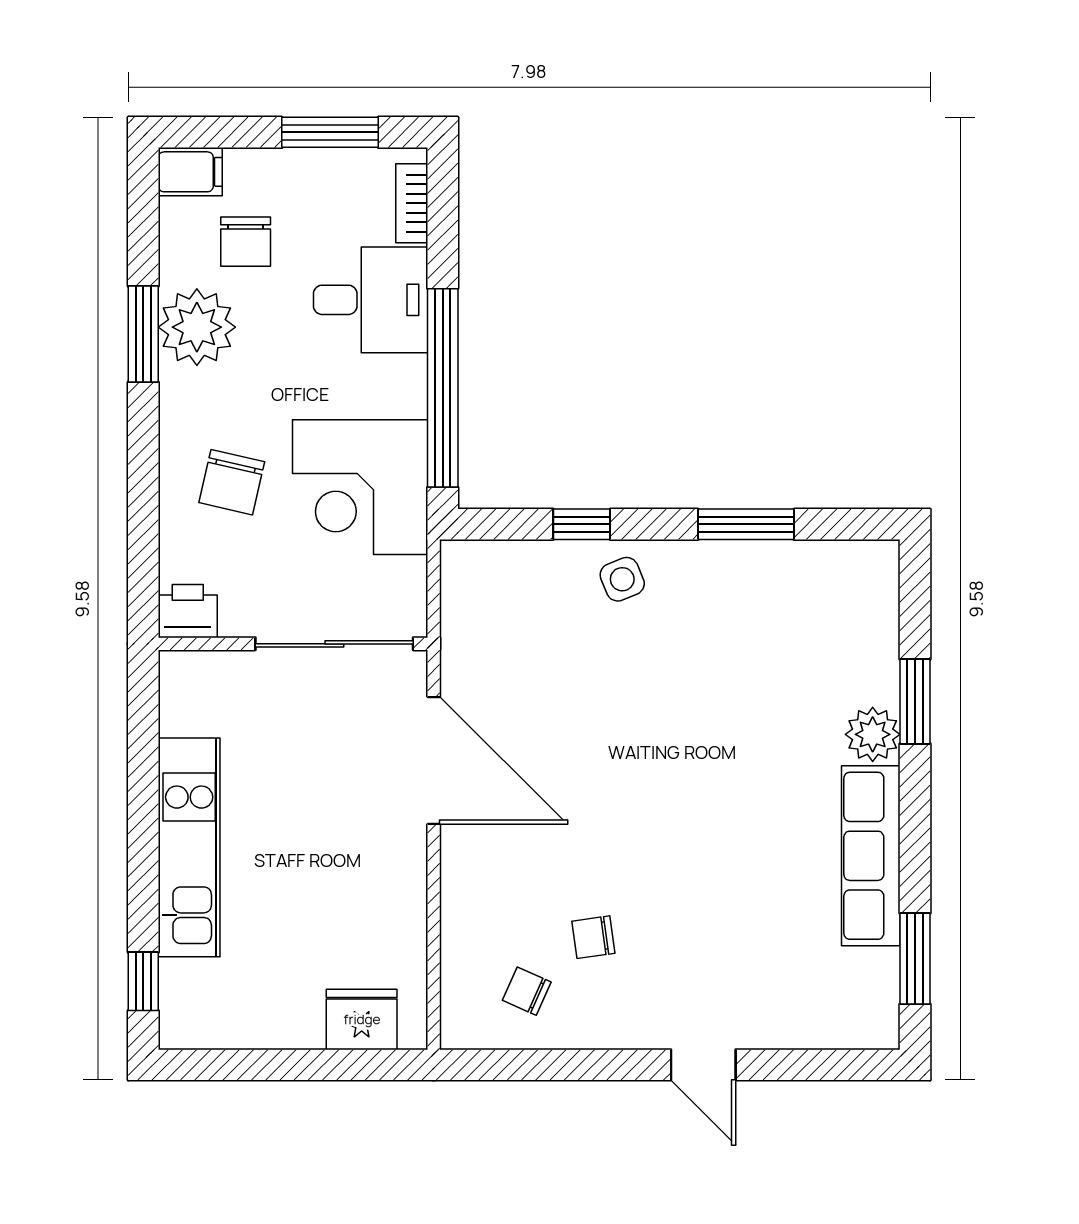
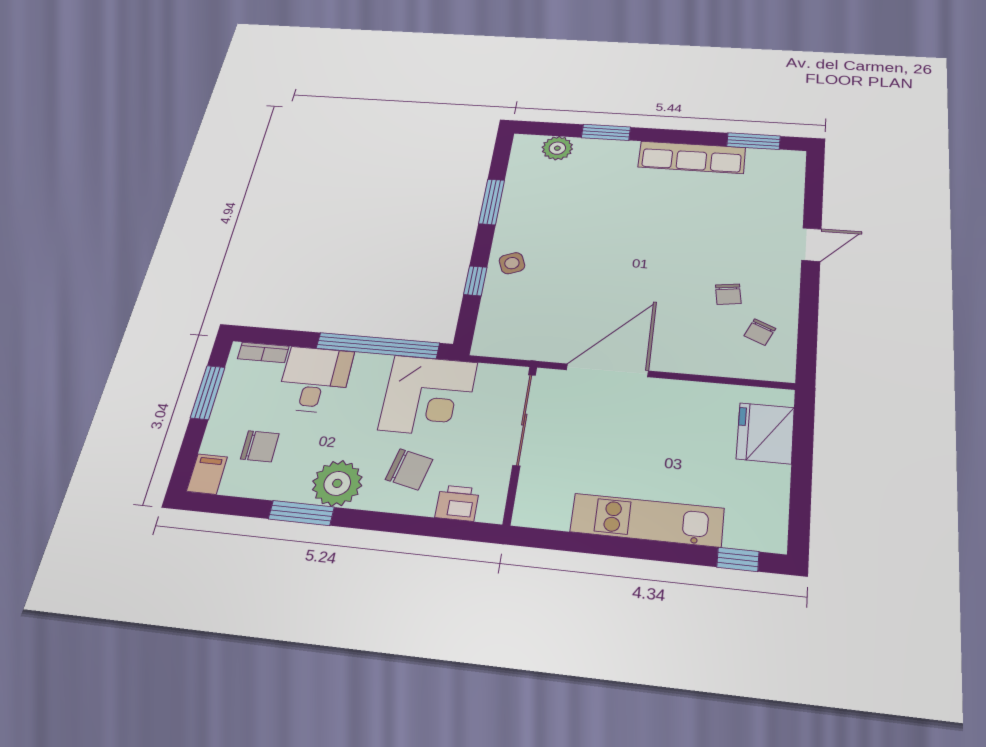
plant: (197, 327) -> (337, 483), moved
printer: (188, 611) -> (457, 503), moved, turned 90
plant: (873, 734) -> (557, 148), moved
fridge: (362, 1019) -> (765, 433), width x1.36, depth x1.34

